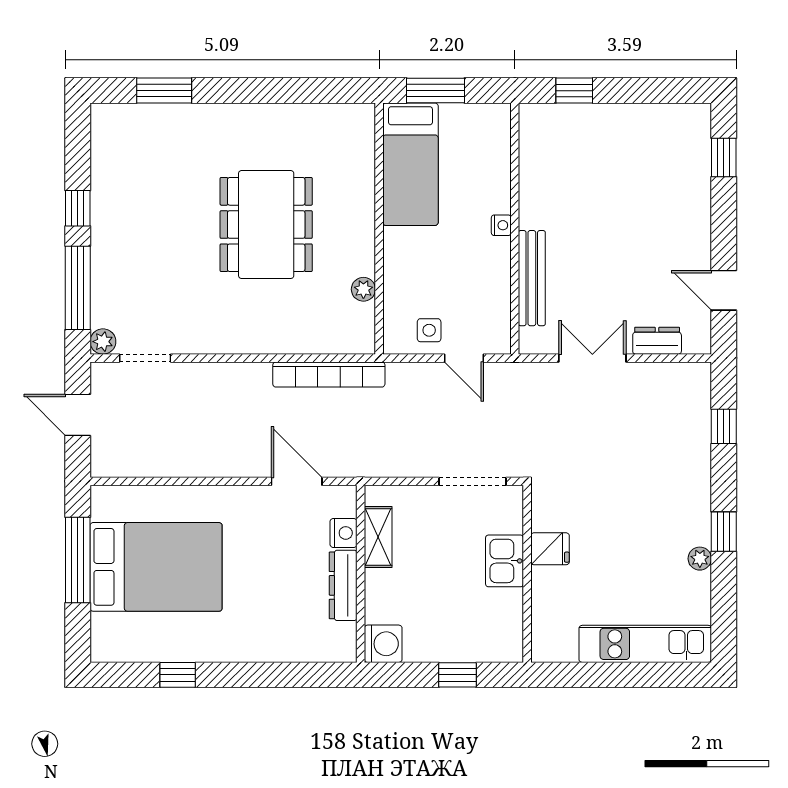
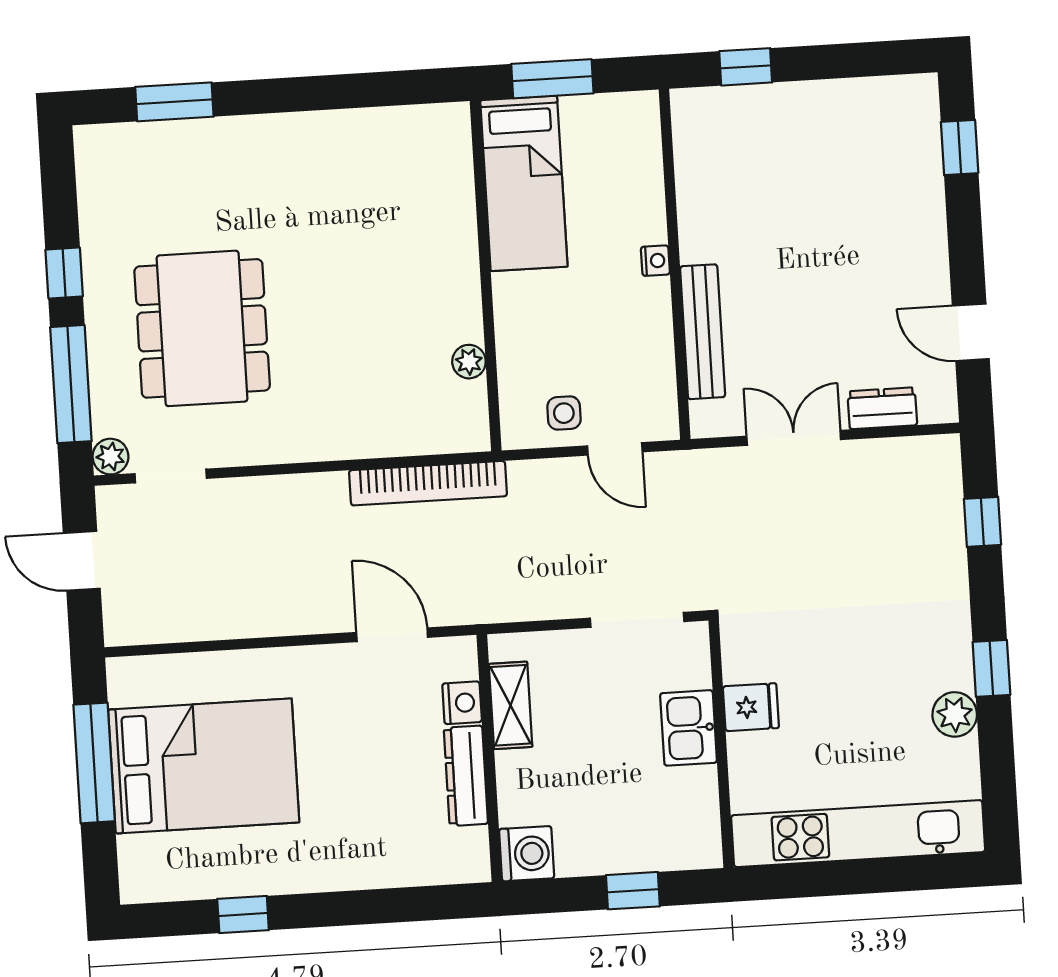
dining table: (266, 225) -> (202, 328), moved
plant: (700, 559) -> (955, 714), width x1.38, depth x1.38
kitchen unit: (645, 644) -> (858, 834), width x1.36

